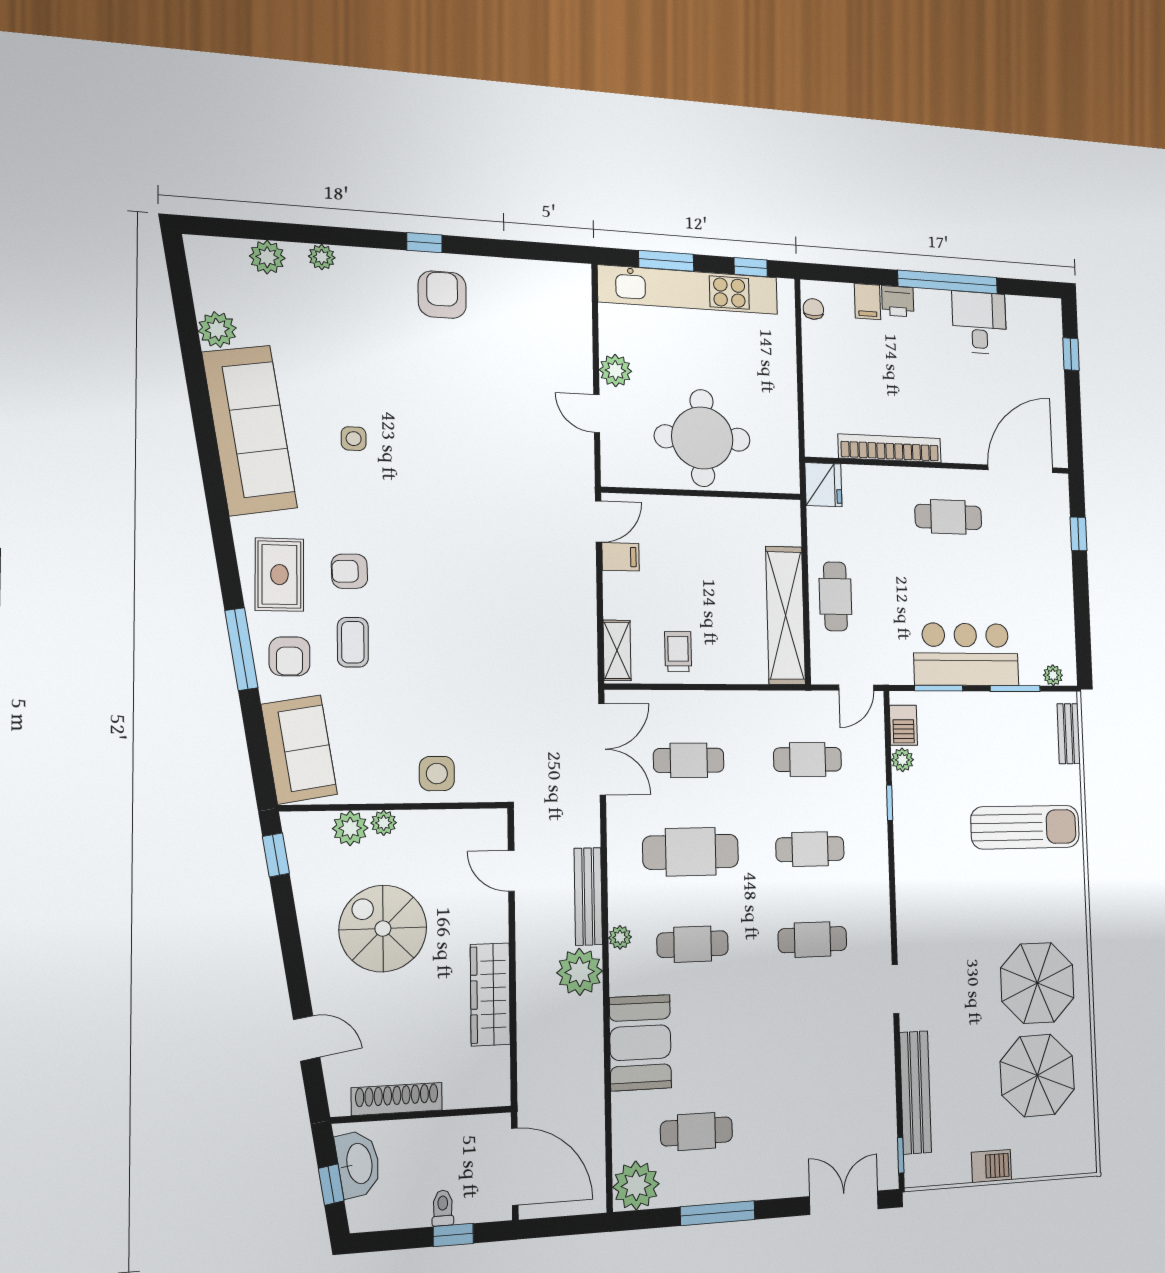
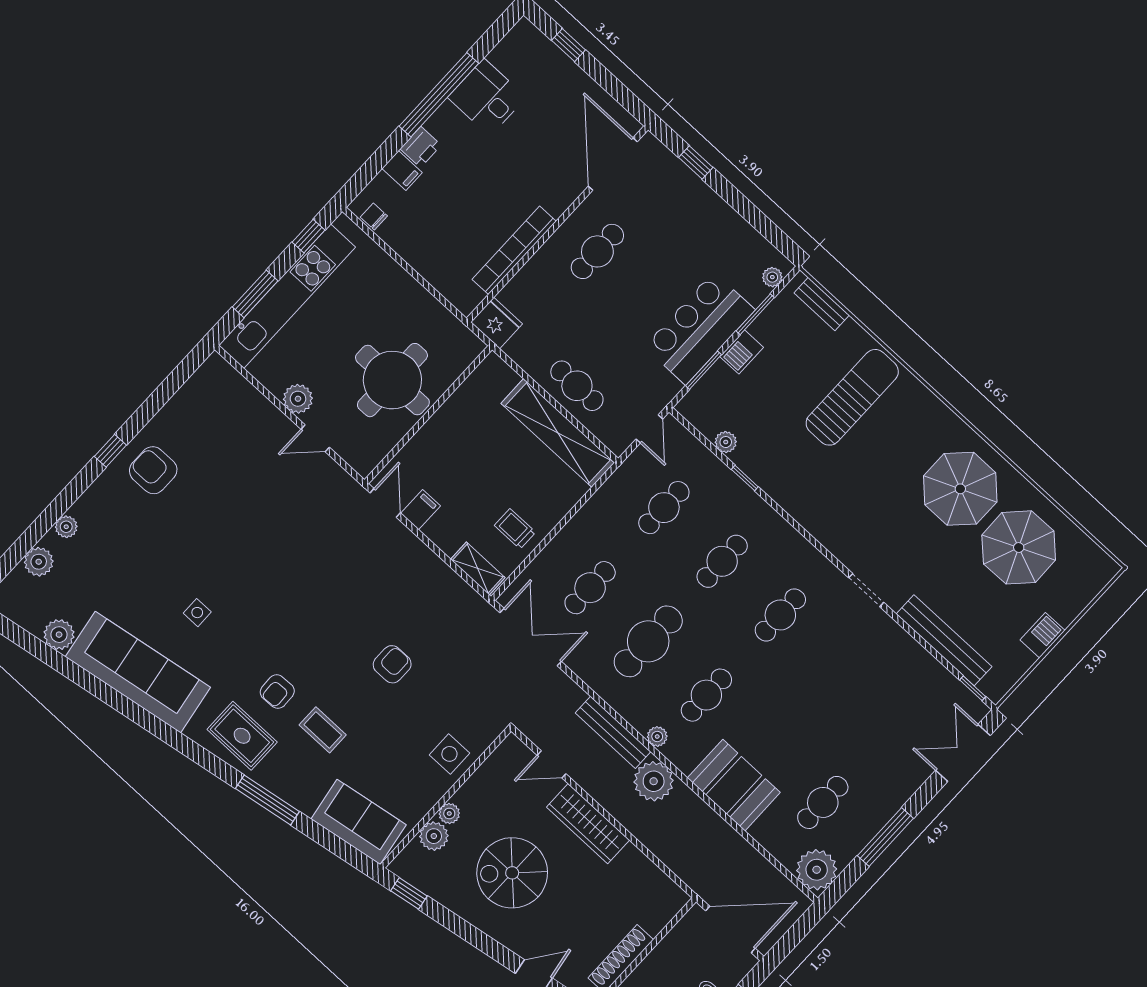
armchair: (290, 656) -> (392, 664), moved, turned -90
barbecue: (903, 725) -> (742, 352), moved, turned 90
wardrobe: (490, 994) -> (588, 824), moved

